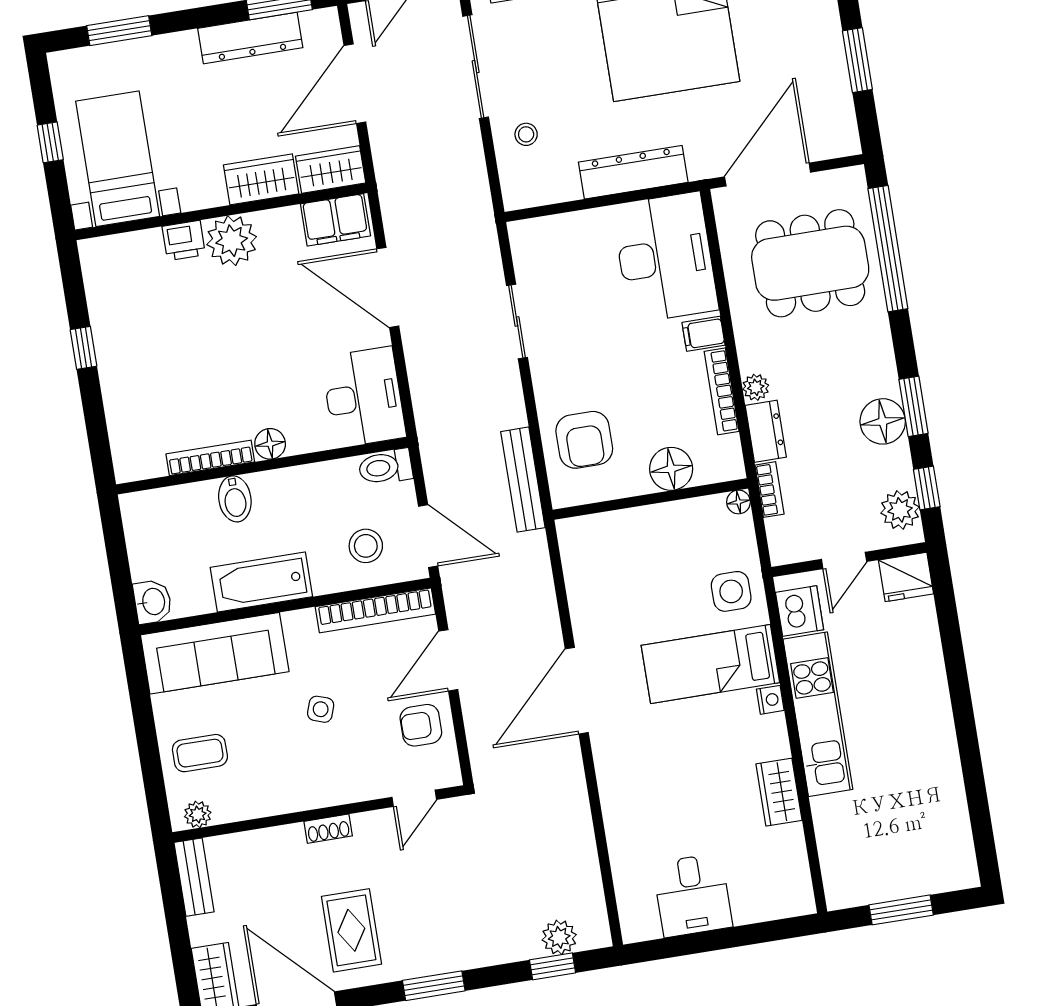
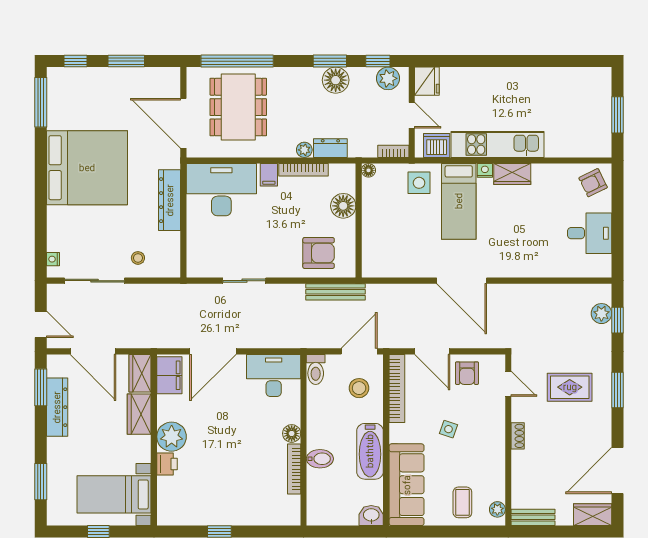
bookcase: (770, 490) -> (393, 151), moved
wardrobe: (779, 792) -> (512, 174), moved
armchair: (779, 887) -> (593, 183), added
rug: (351, 930) -> (570, 387), moved

